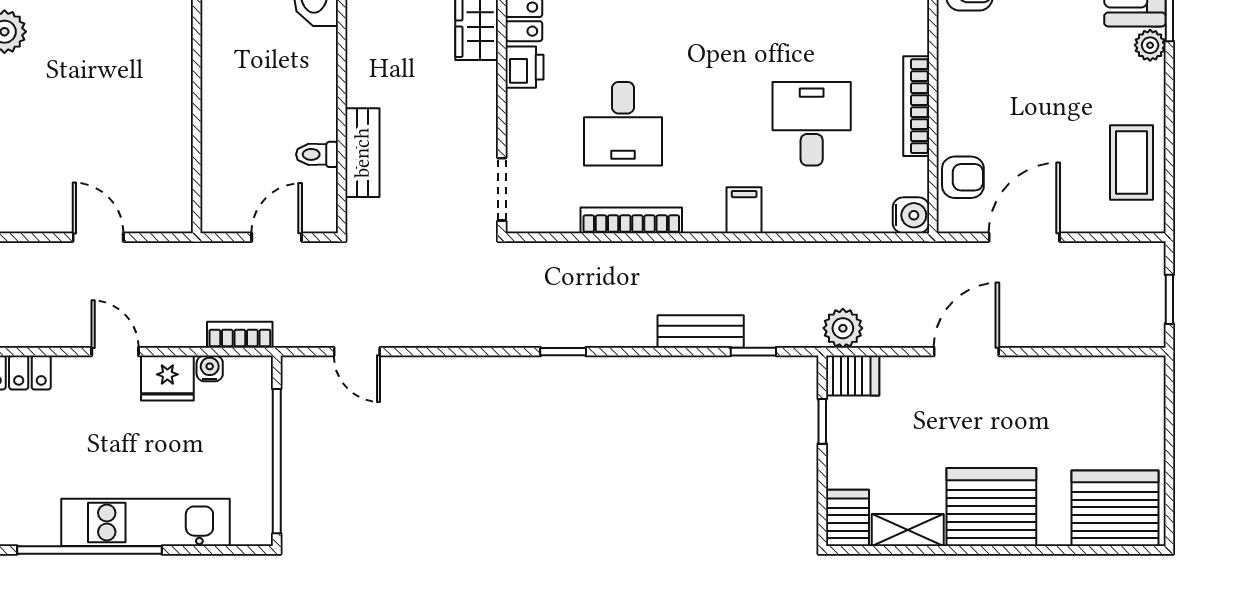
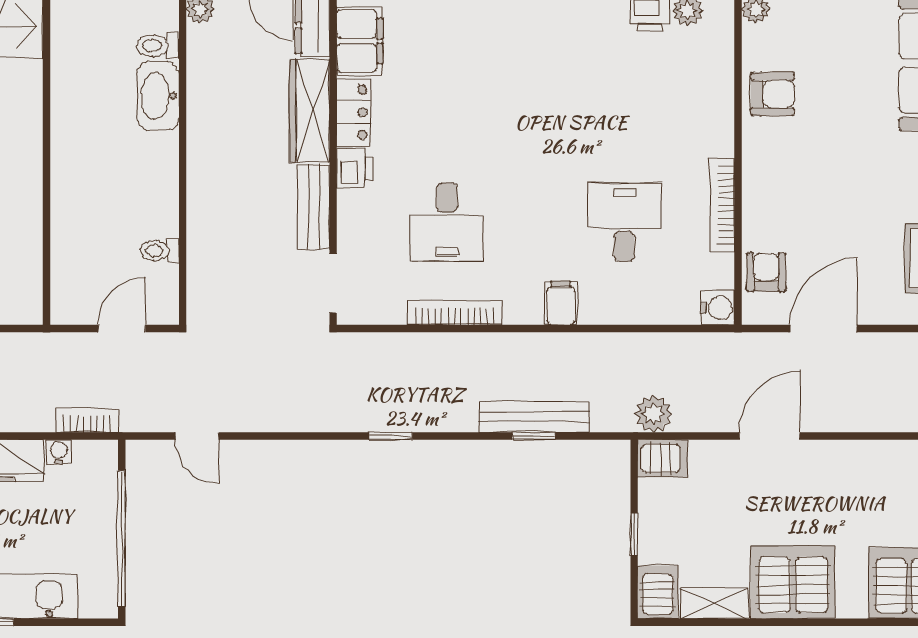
bench: (362, 153) -> (314, 207), moved
armchair: (963, 177) -> (766, 272), turned -90
bench: (701, 331) -> (534, 417), width x1.36
window: (753, 352) -> (534, 436), moved
window: (822, 421) -> (634, 534), moved

